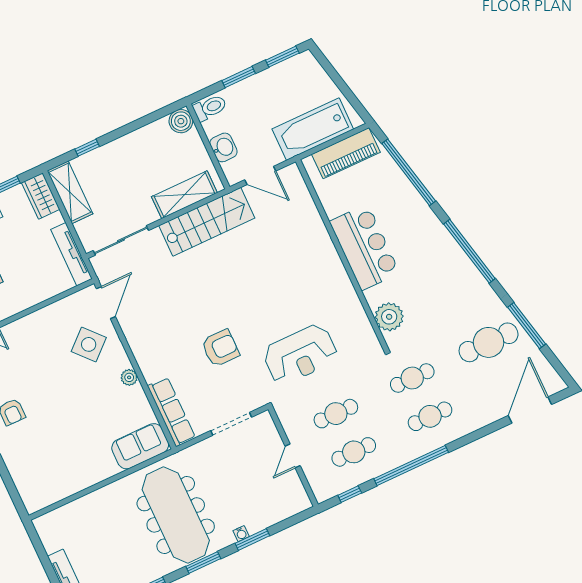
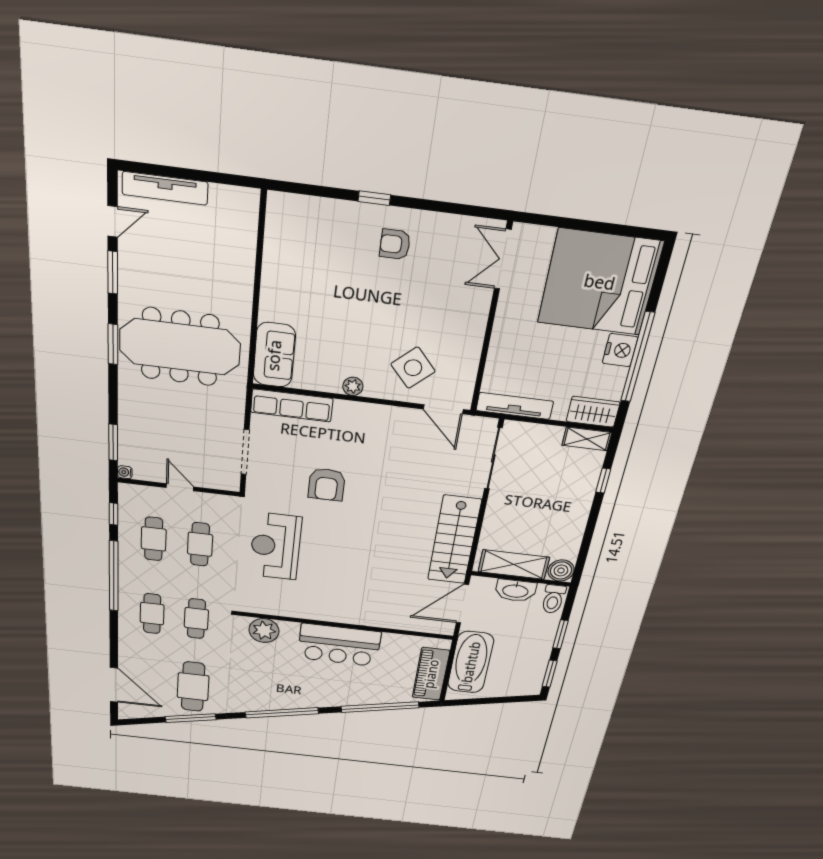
washbasin: (223, 147) -> (515, 591), width x1.38
door: (260, 175) -> (462, 604), width x1.36
shelving: (70, 192) -> (587, 439), width x0.67, depth x0.75
shelving: (184, 195) -> (514, 564), moved, turned 90
water cooler: (241, 534) -> (125, 472), moved
window: (252, 539) -> (113, 442), moved

